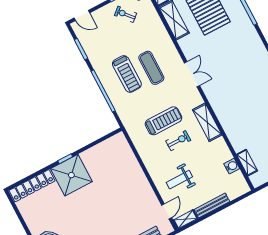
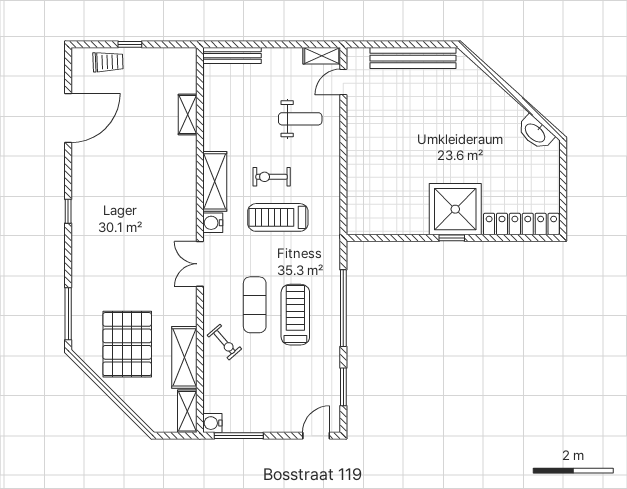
exercise bike: (126, 14) -> (224, 342), moved
door: (82, 15) -> (316, 436), hinge flipped
shelving: (247, 163) -> (188, 114), moved
water cooler: (232, 166) -> (213, 223), moved
bench: (212, 205) -> (232, 56), moved

